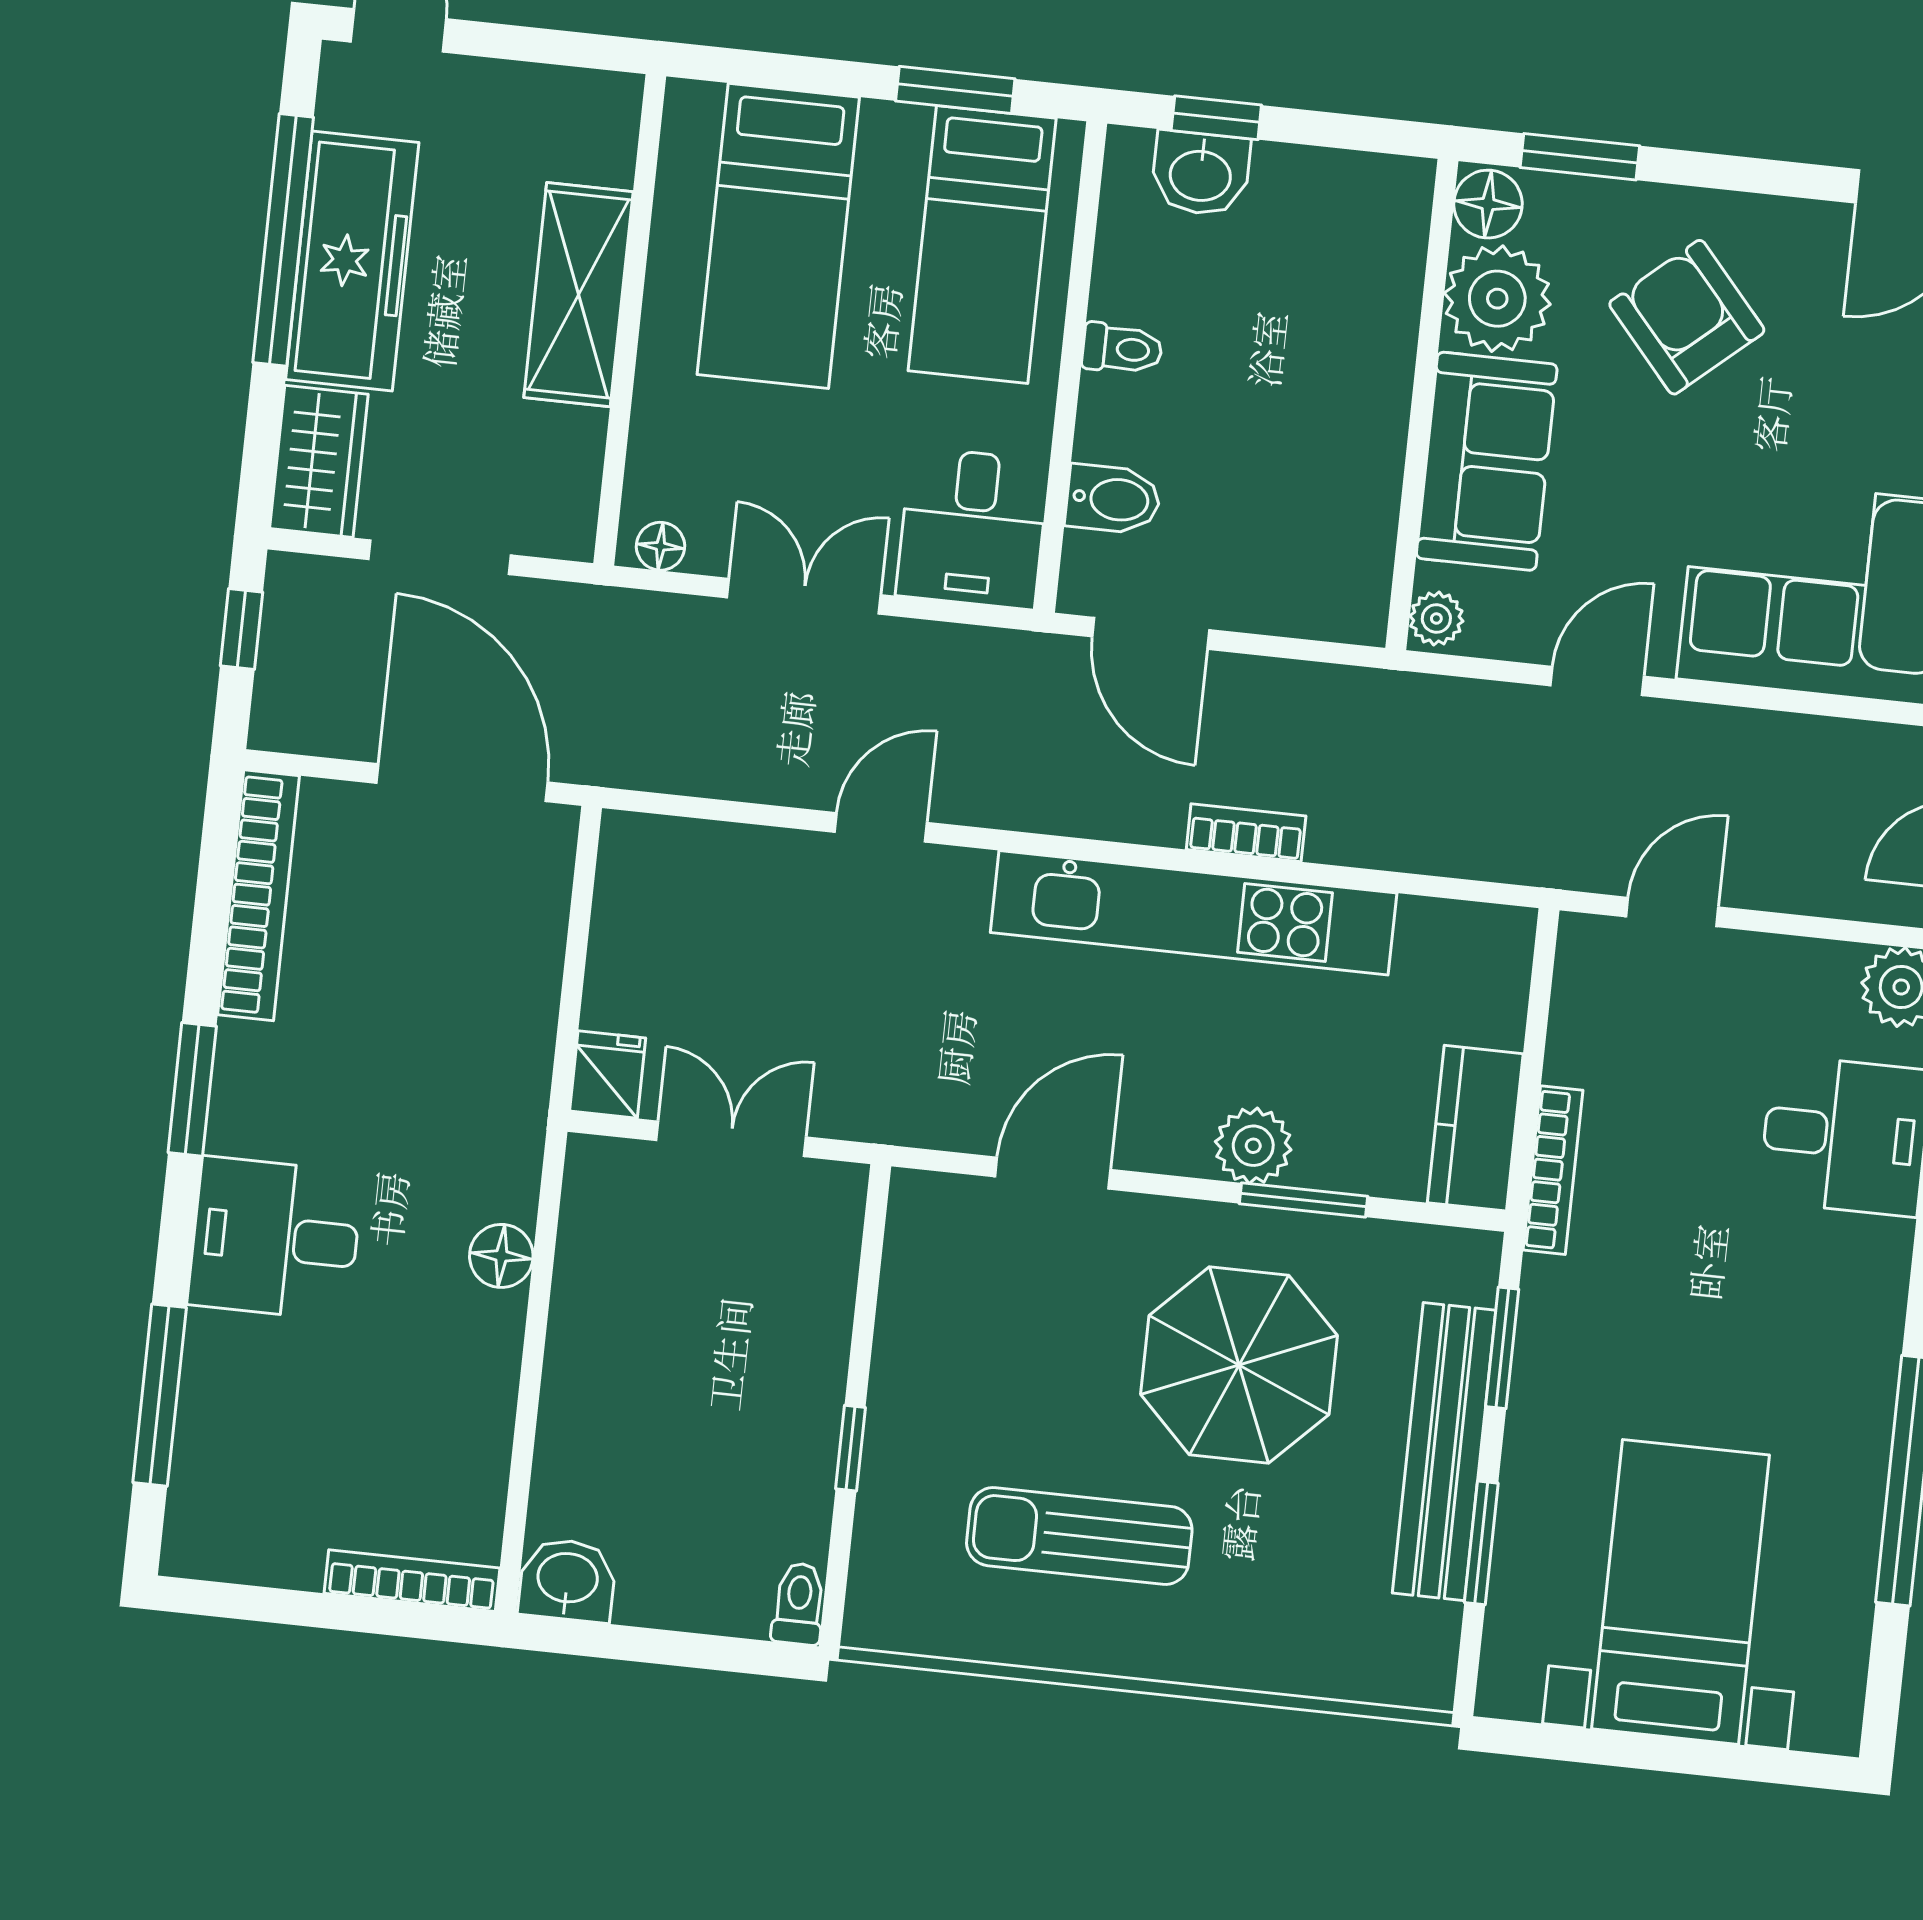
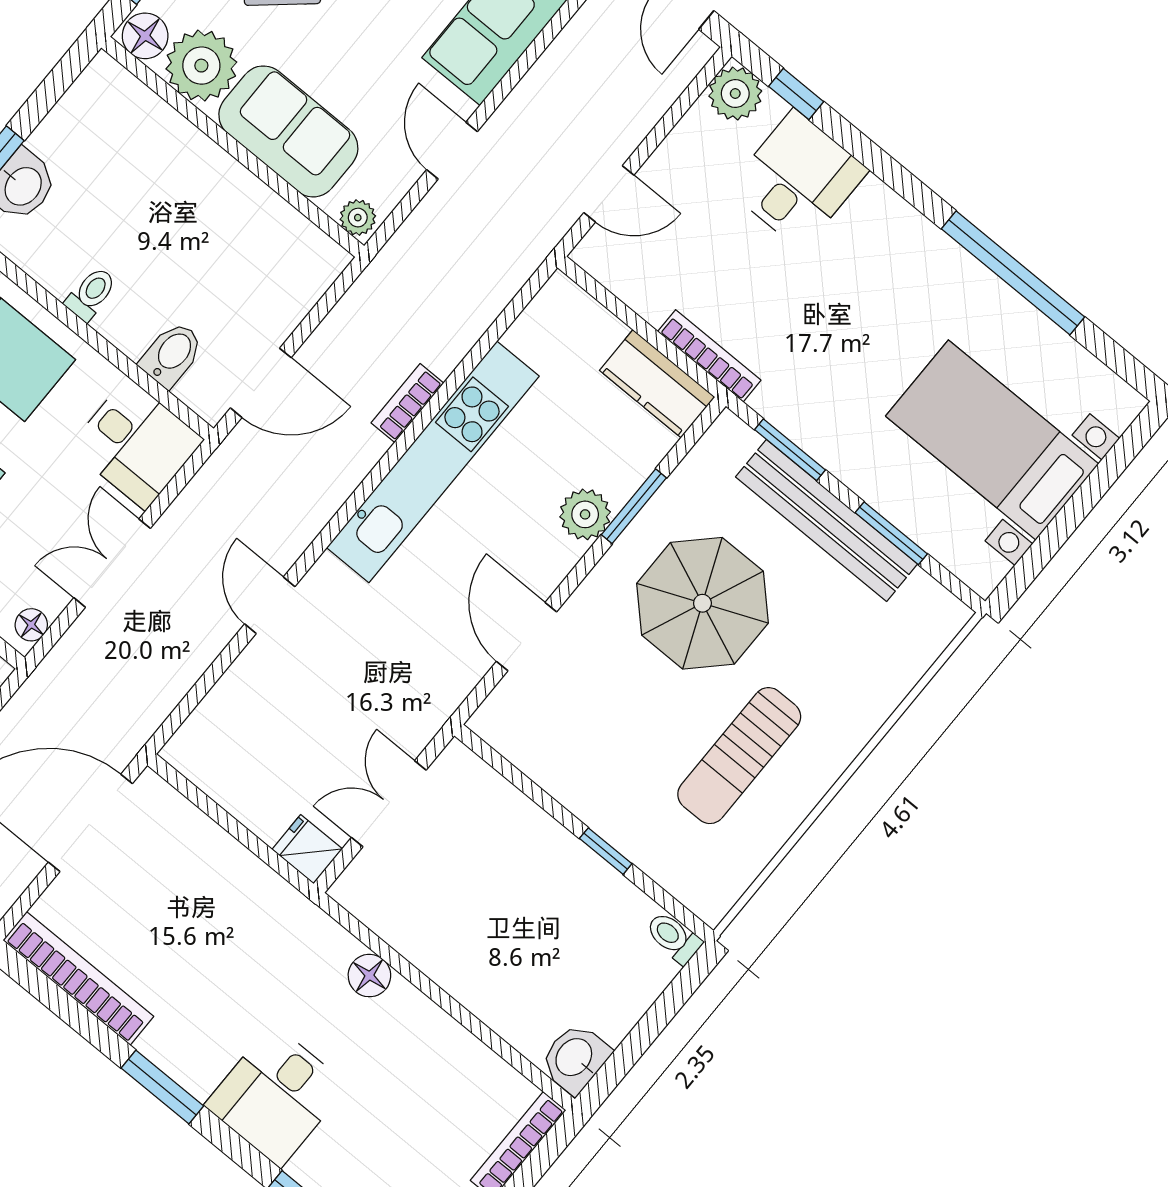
door: (1672, 912) -> (609, 194), swing flipped

